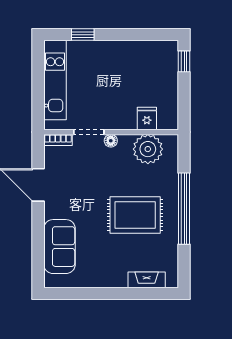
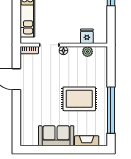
plant: (148, 149) -> (87, 52), width x0.53, depth x0.53
window: (184, 209) -> (111, 110), moved
sofa: (59, 247) -> (56, 136), moved, turned -90

